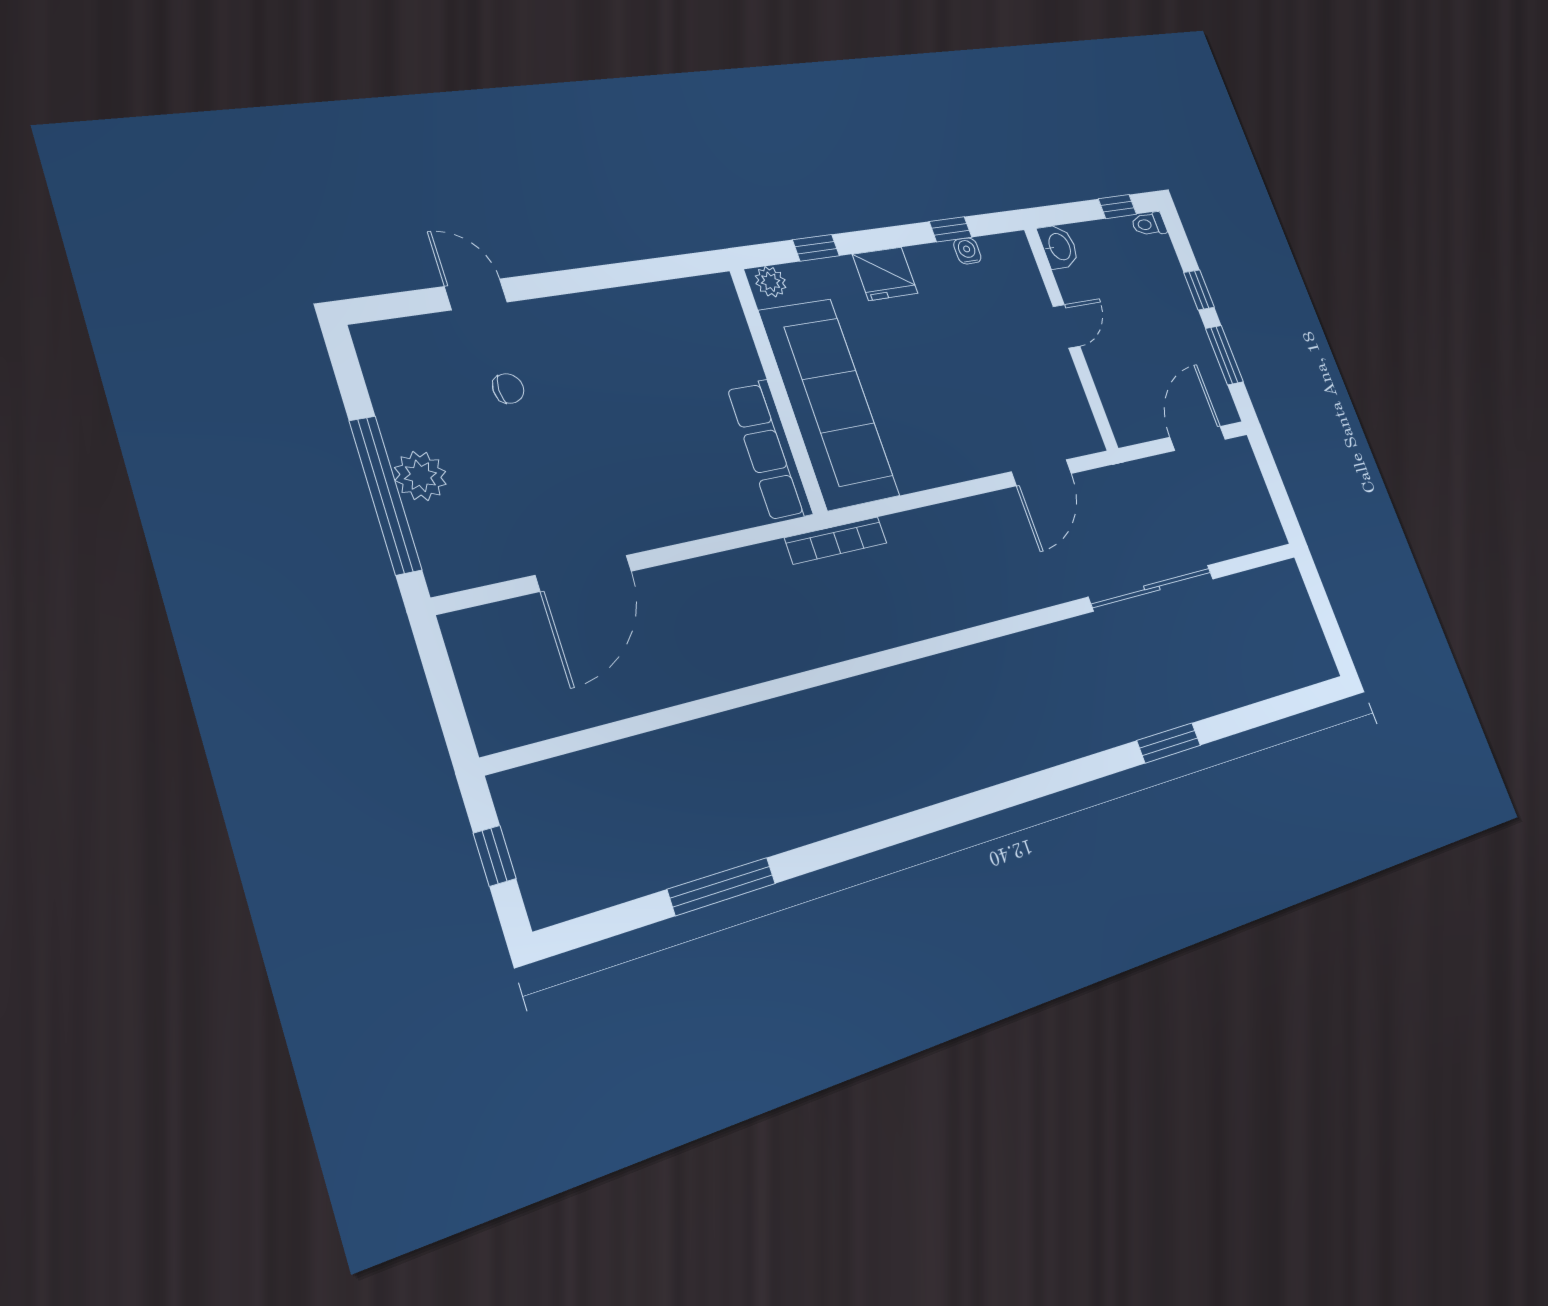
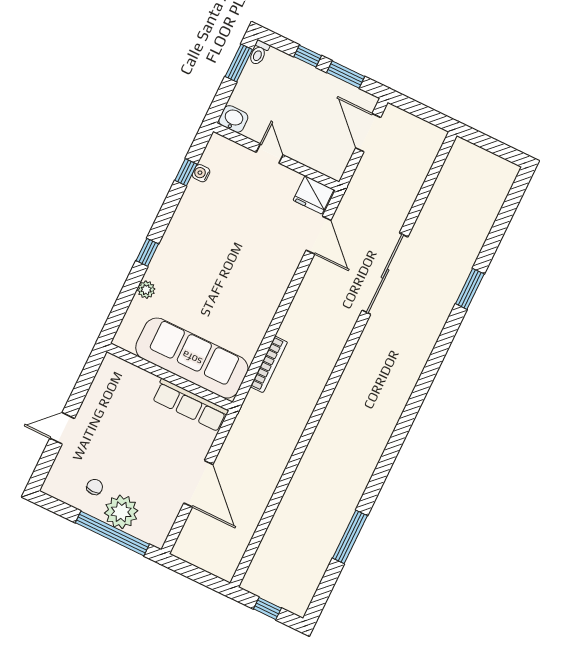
window: (1117, 207) -> (239, 63), width x1.50
fridge: (885, 274) -> (313, 195), moved, turned 90
chair: (508, 389) -> (95, 487), moved
wall: (778, 390) -> (170, 377), moved
sofa: (829, 403) -> (192, 358), moved
row of seats: (770, 450) -> (190, 405), moved
plant: (420, 476) -> (121, 512), width x1.36, depth x1.36
sliding door: (1152, 588) -> (385, 274), moved

